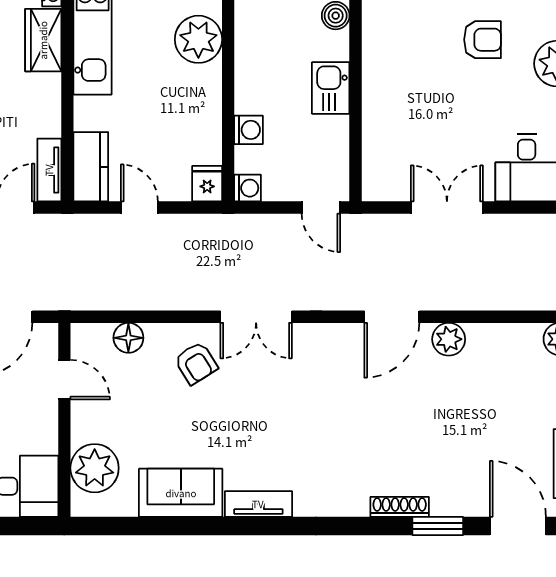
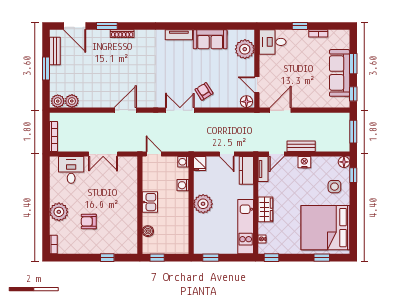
plant: (198, 39) -> (203, 204), moved
wardrobe: (43, 40) -> (265, 209), moved
floor lamp: (128, 338) -> (246, 102), moved
plant: (449, 339) -> (72, 101), moved

